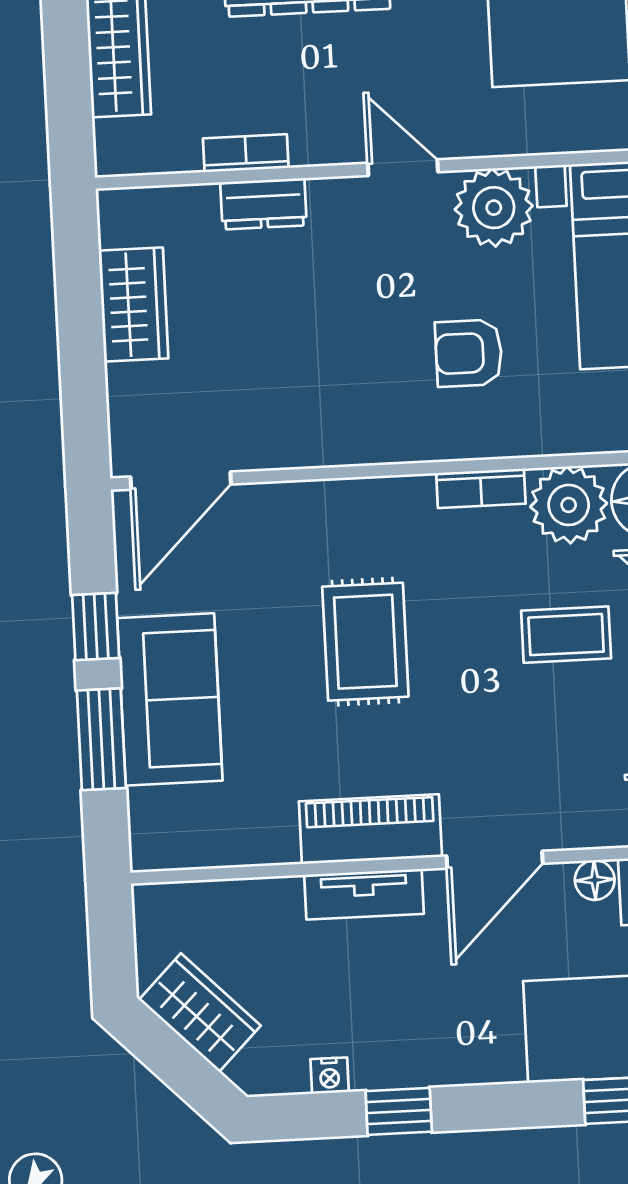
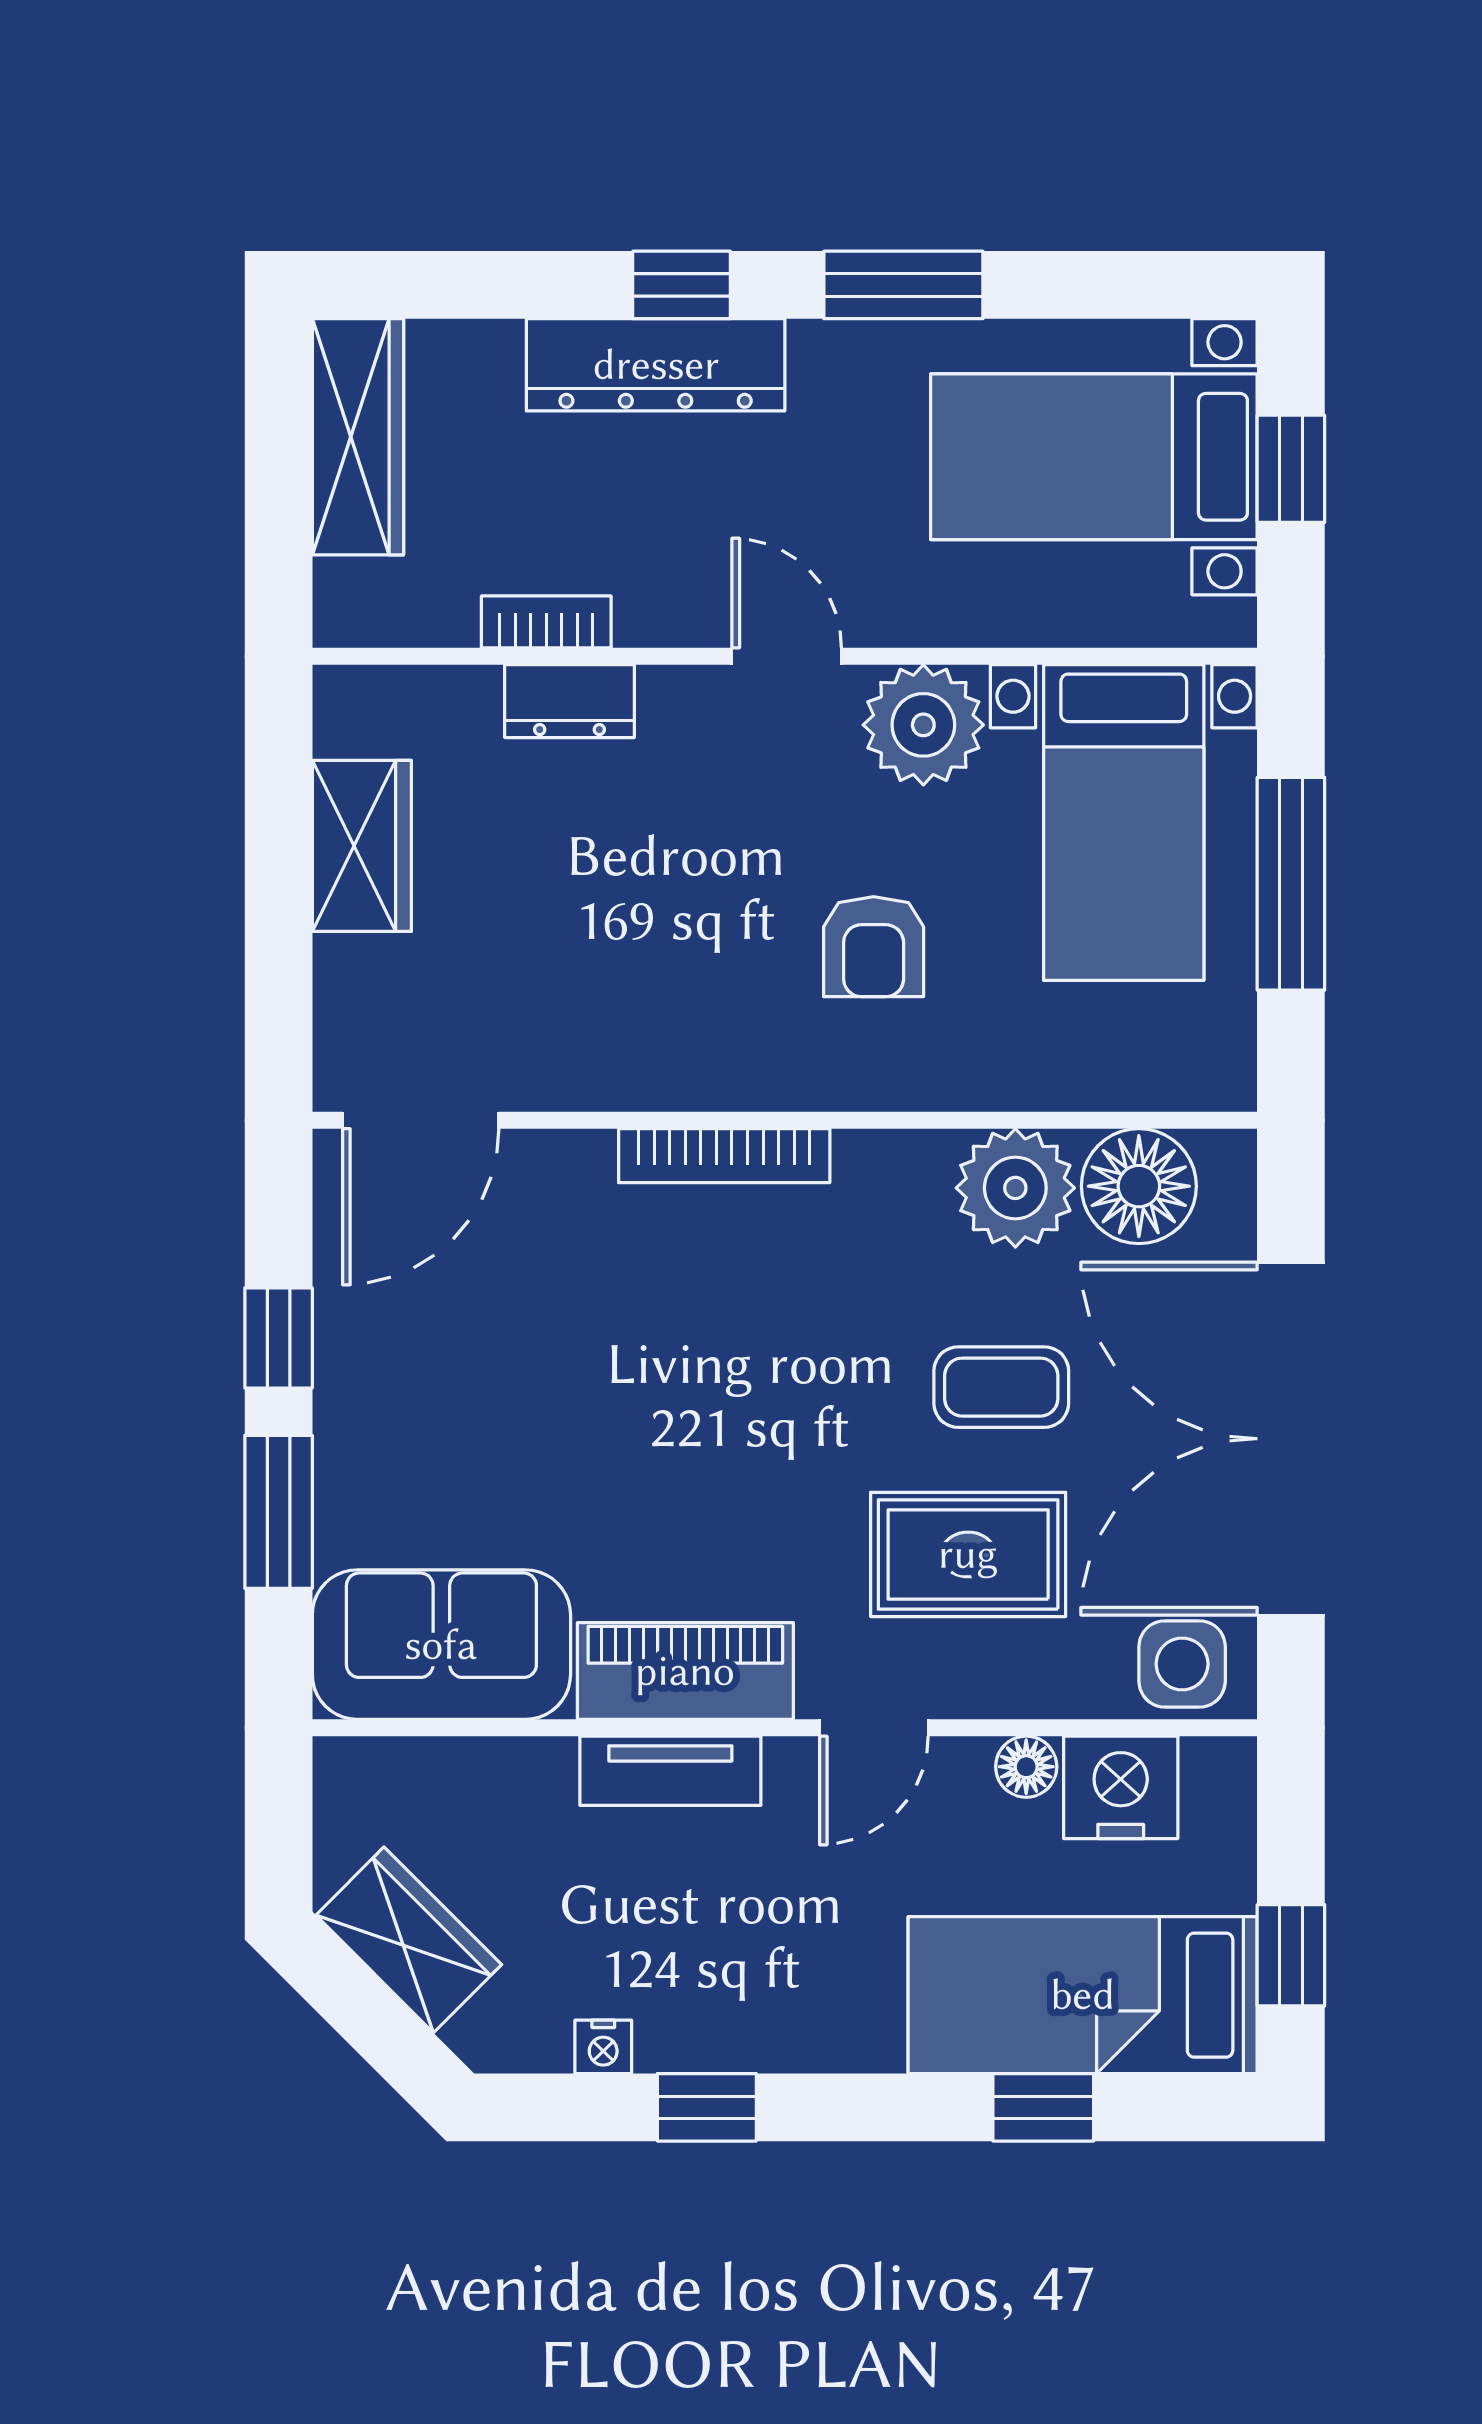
armchair: (469, 353) -> (874, 947), turned -90
bookcase: (481, 488) -> (724, 1156), moved, width x1.56
rug: (365, 642) -> (968, 1554), moved, turned 90
sofa: (170, 699) -> (441, 1645), moved, turned -90
door: (495, 860) -> (874, 1728), width x0.73

